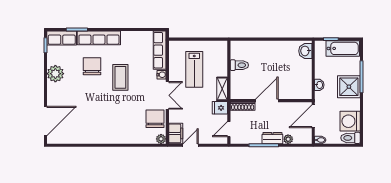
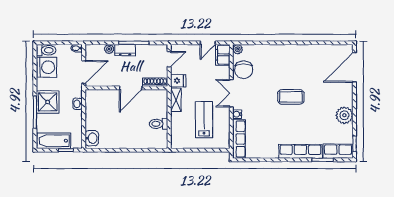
chair: (92, 66) -> (307, 123), removed
coffee table: (120, 77) -> (291, 97), moved, turned 90

